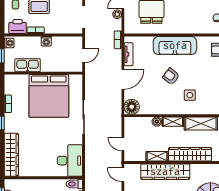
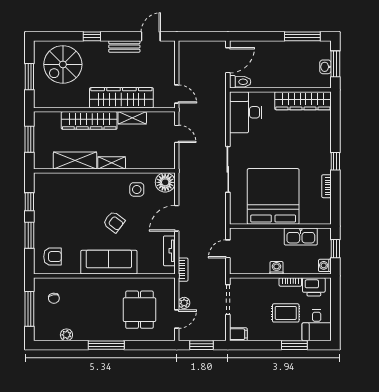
side table: (190, 95) -> (137, 189), moved
boiler: (157, 122) -> (133, 163), removed
wardrobe: (11, 155) -> (303, 101), moved, turned -90

